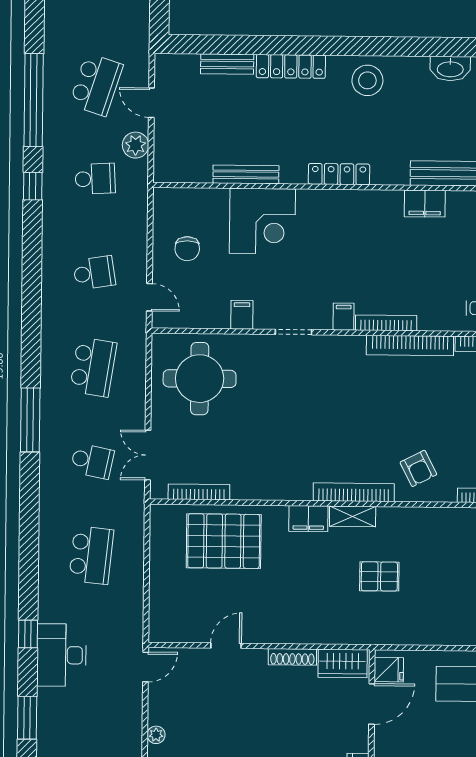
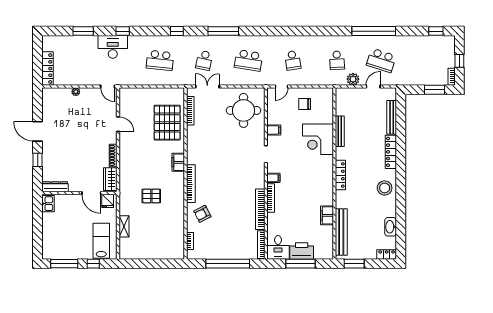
bench: (227, 64) -> (392, 117), width x1.36
window: (33, 186) -> (177, 31), moved
shelving: (353, 516) -> (124, 226), moved
pallet: (379, 576) -> (151, 196), turned 90

